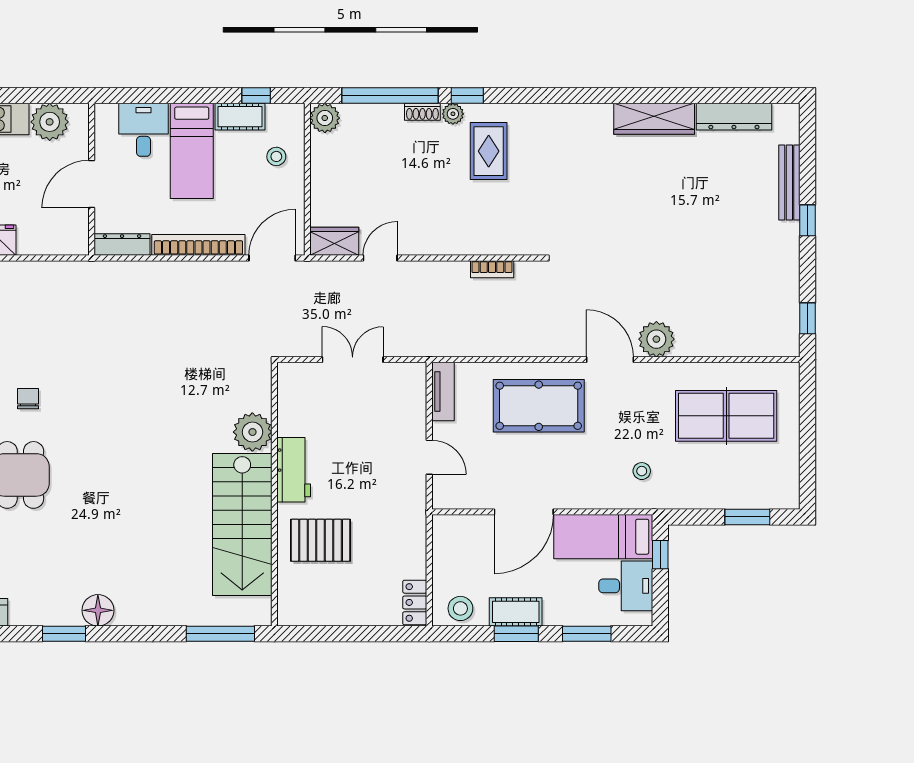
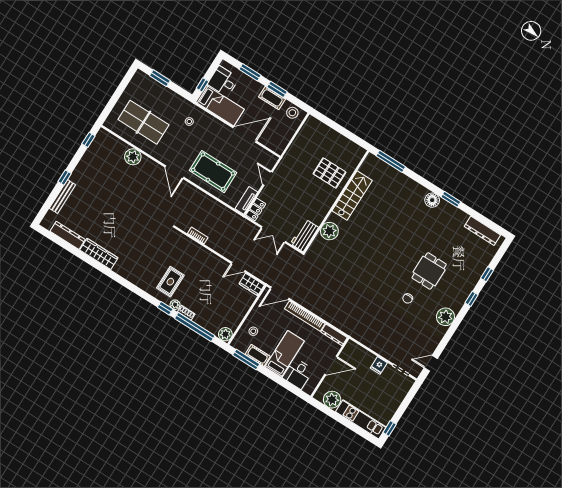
window: (256, 96) -> (246, 360), width x2.17
plant: (656, 339) -> (133, 157), moved
workbench: (294, 470) -> (304, 236), moved
stairs: (242, 525) -> (352, 196), width x0.73, depth x0.66
locker: (415, 602) -> (256, 209), moved

